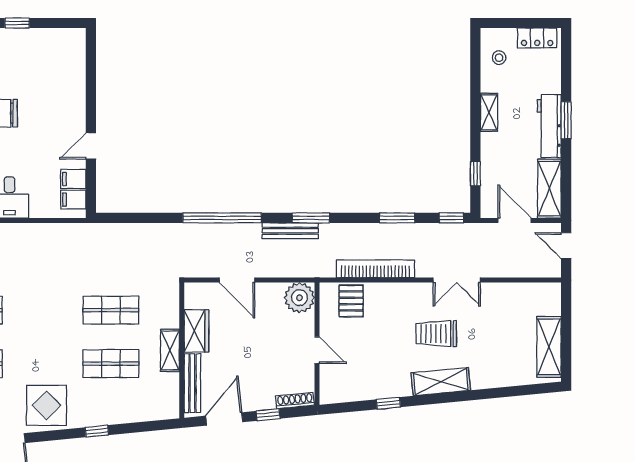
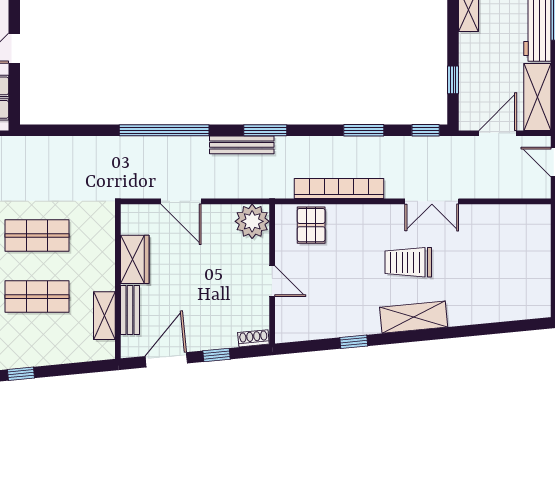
door: (515, 220) -> (498, 133), hinge flipped
shelving: (549, 347) -> (537, 277), removed
shelving: (170, 350) -> (104, 316), moved
bench: (192, 383) -> (130, 310), width x0.73
shoe rack: (295, 401) -> (253, 338), width x0.70

